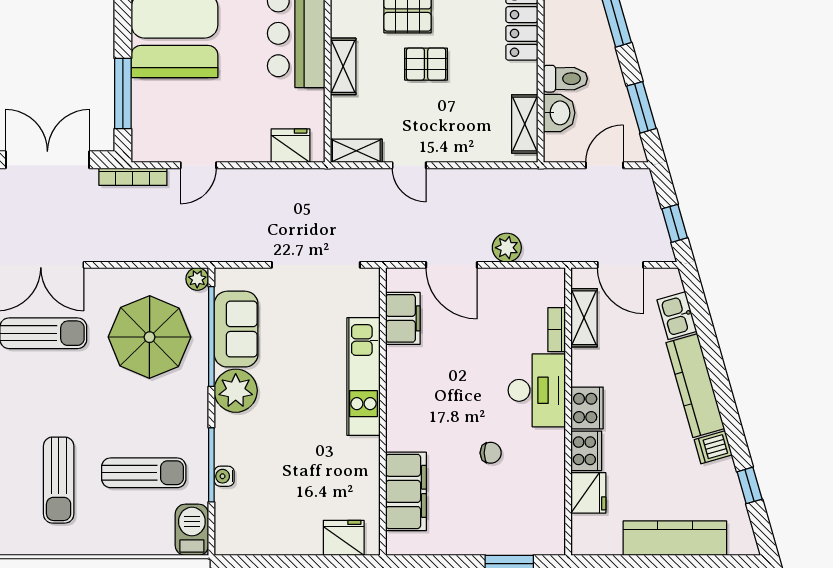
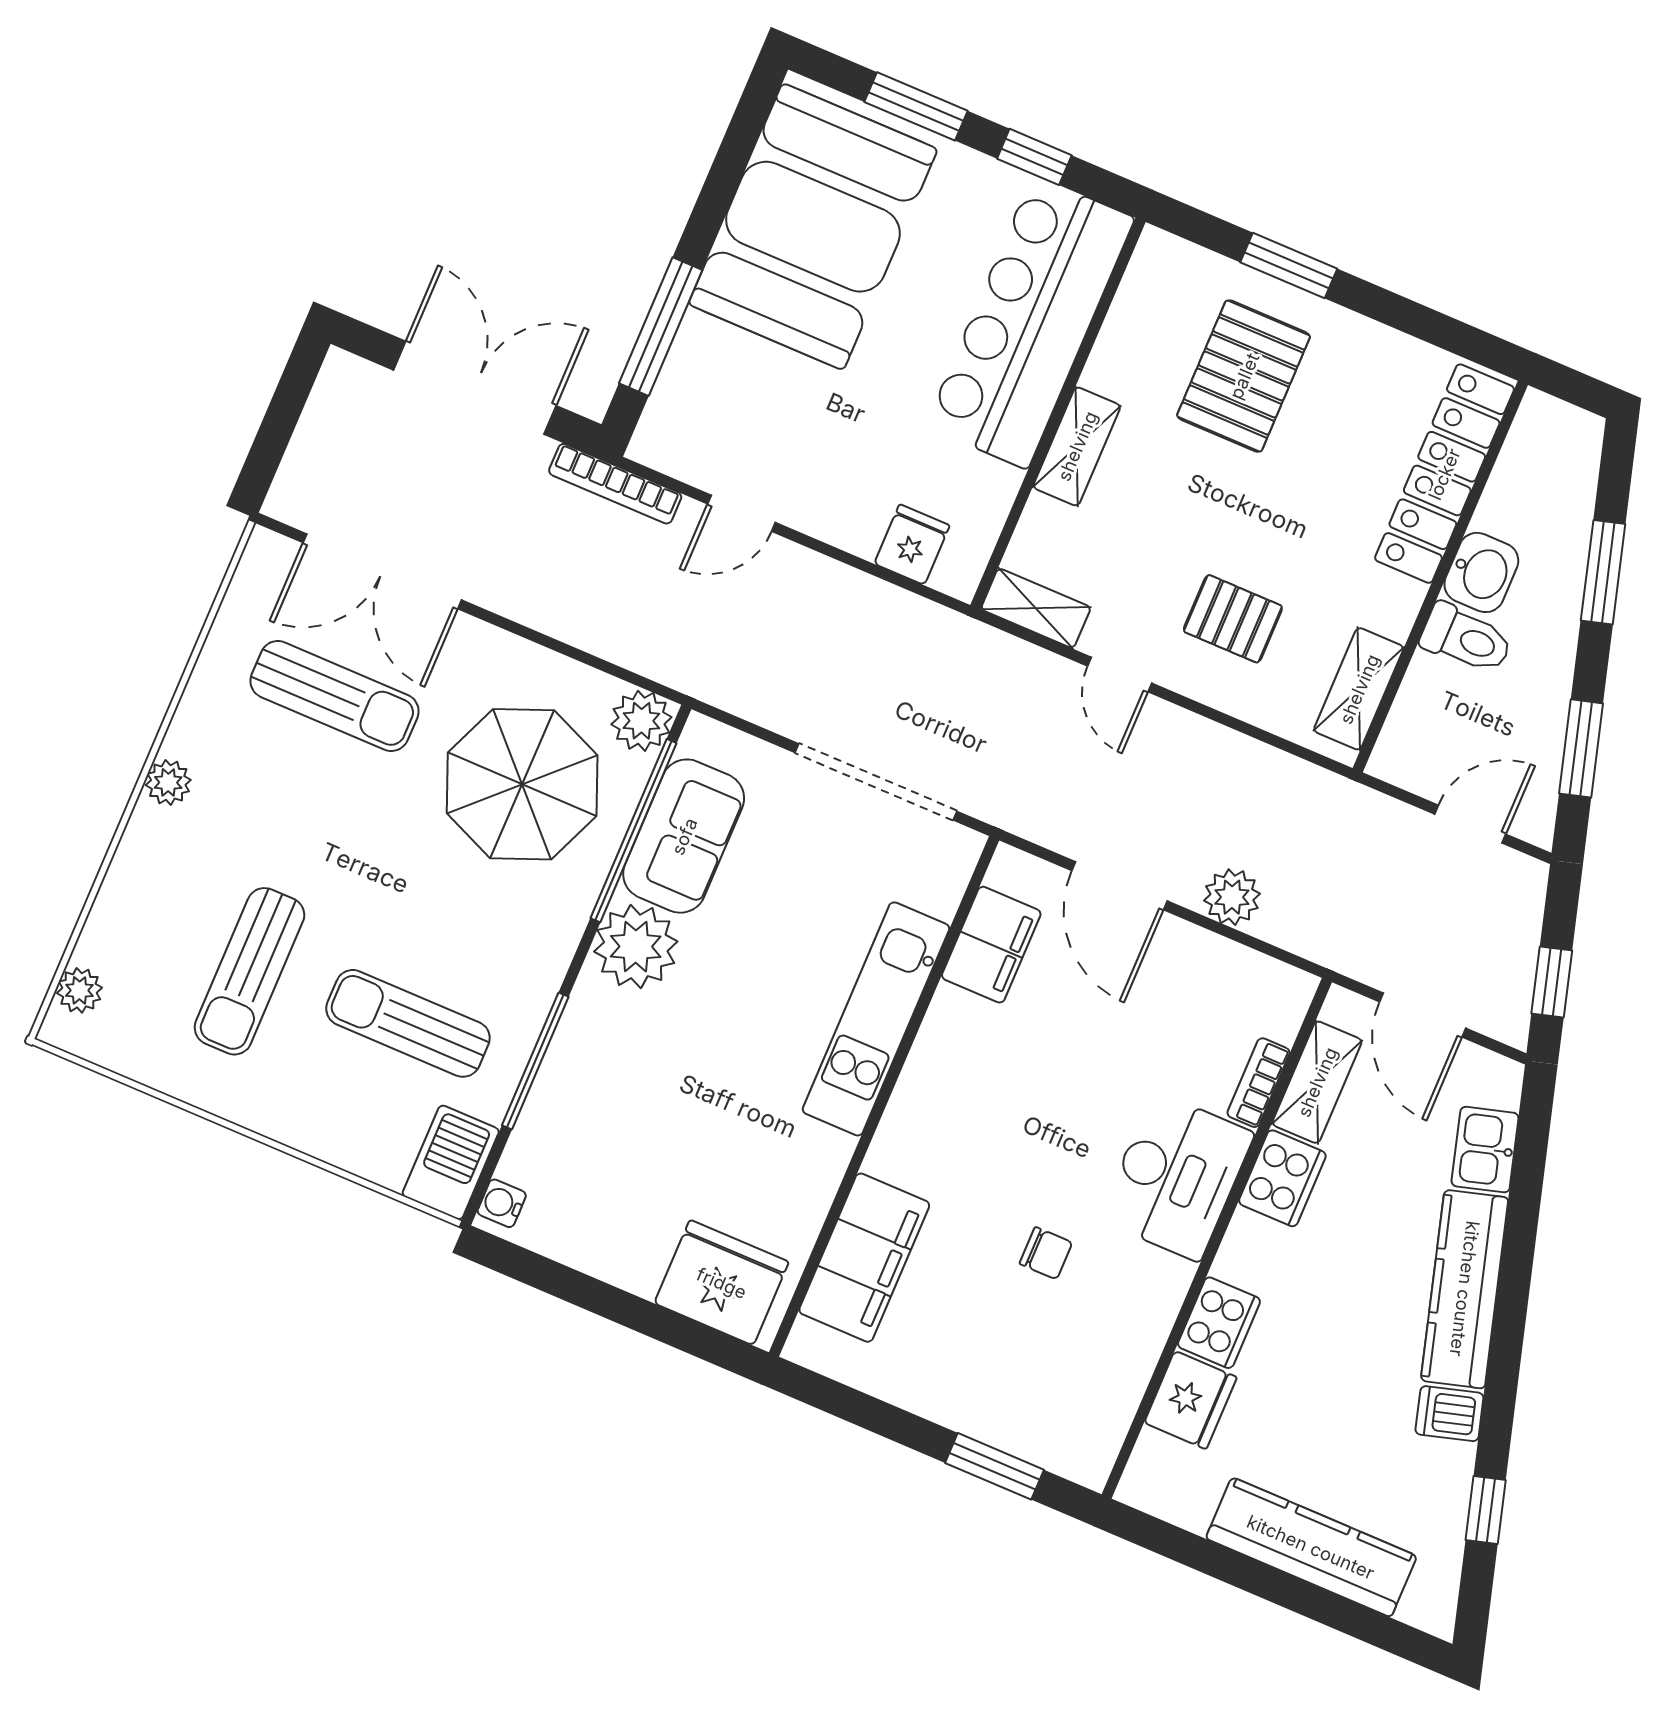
pallet: (426, 64) -> (1233, 619), moved
washbasin: (559, 113) -> (1481, 572), moved
fridge: (290, 146) -> (912, 545), width x0.72
plant: (197, 279) -> (641, 721), width x1.38, depth x1.38
cooker: (587, 408) -> (1282, 1178), moved
sun lounger: (144, 473) -> (408, 1023), turned 180
water cooler: (224, 476) -> (502, 1203), moved
fridge: (344, 538) -> (722, 1283), width x1.36, depth x1.34

